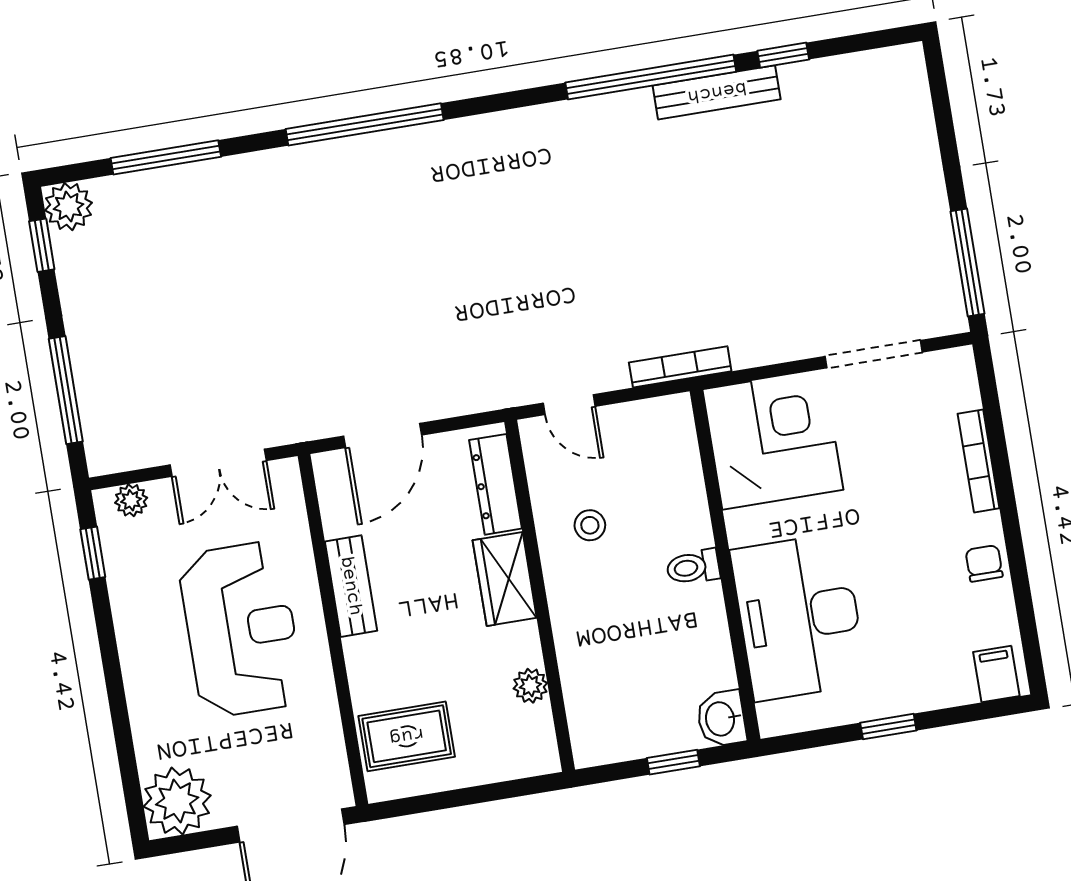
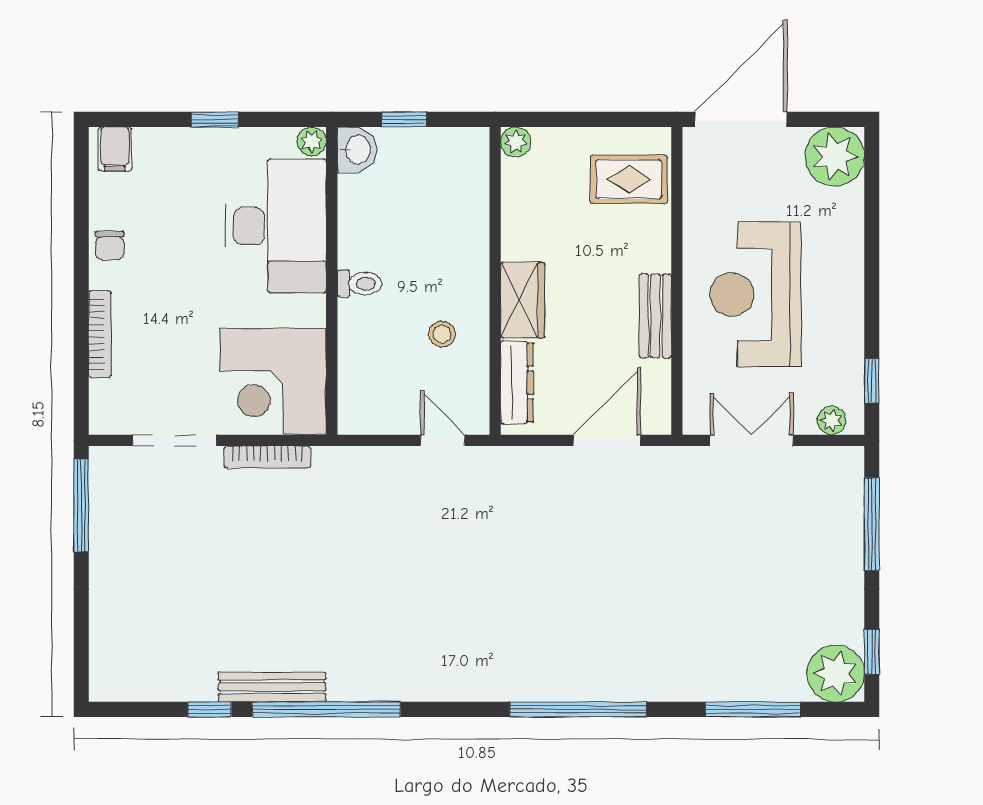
plant: (68, 207) -> (836, 673), width x1.36, depth x1.36
bookcase: (680, 367) -> (267, 457), moved
plant: (530, 686) -> (516, 142), moved
plant: (774, 720) -> (312, 141), added

